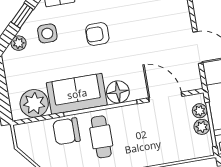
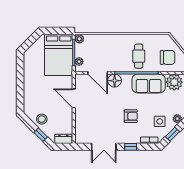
floor lamp: (118, 92) -> (115, 81), moved
plant: (202, 127) -> (79, 39), moved
chair: (66, 131) -> (168, 57), moved

